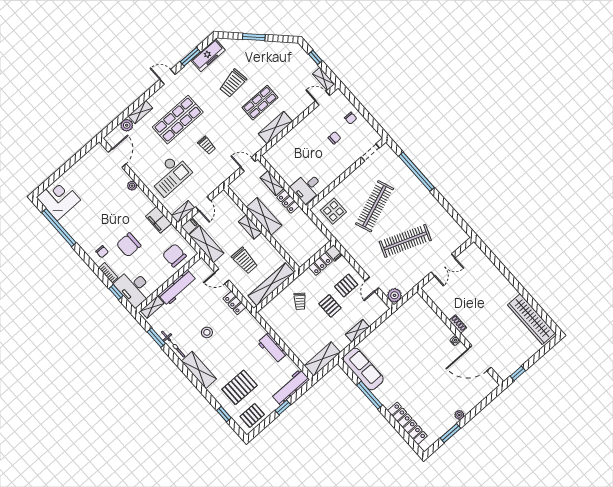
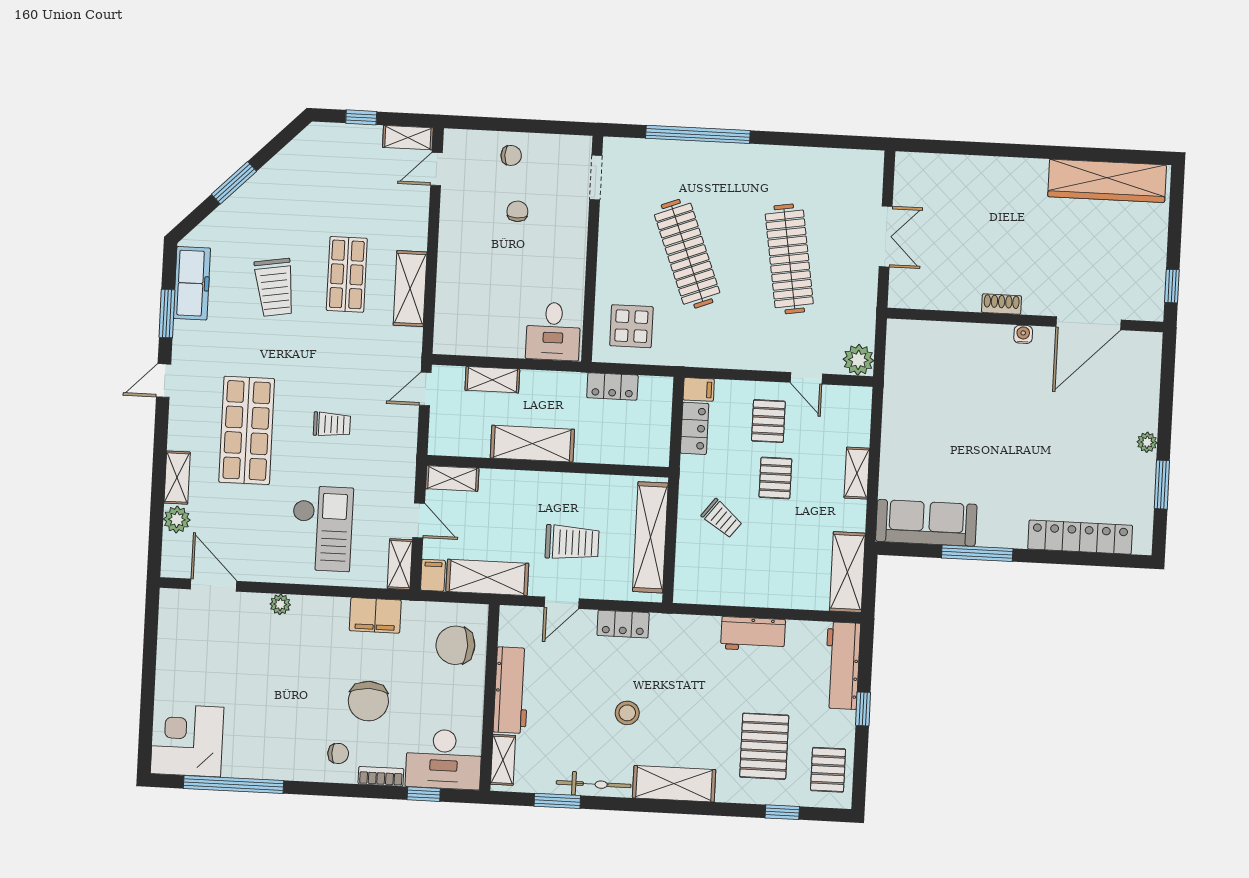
locker: (288, 202) -> (612, 386), moved
shelving: (250, 227) -> (452, 478), moved
clothes rail: (405, 241) -> (789, 259), turned -30
pallet: (330, 306) -> (775, 478), turned 90

